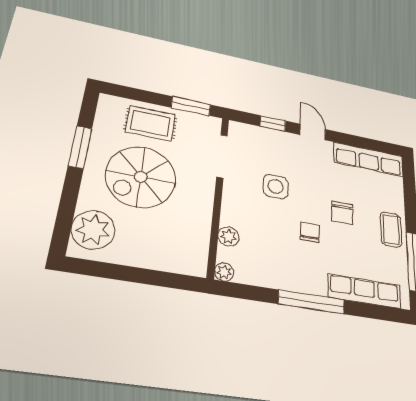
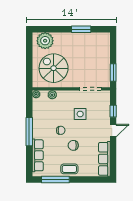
rug: (150, 123) -> (100, 56), removed
spiral stairs: (141, 177) -> (54, 68), moved

